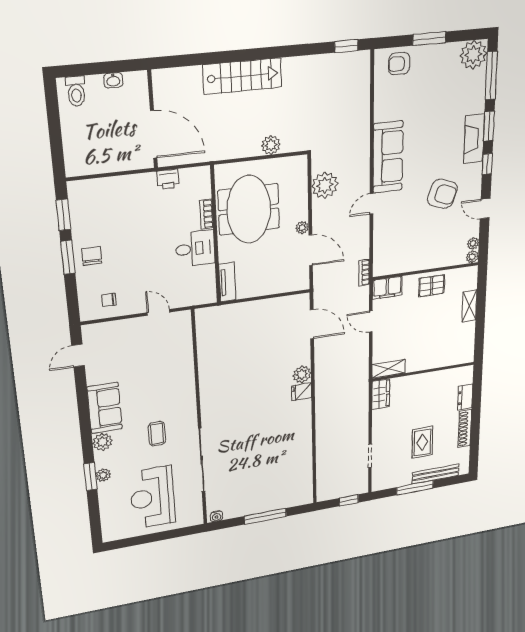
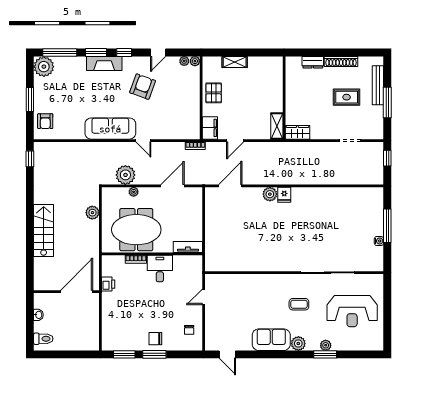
plant: (302, 228) -> (134, 192), moved
water cooler: (216, 516) -> (379, 241), moved

